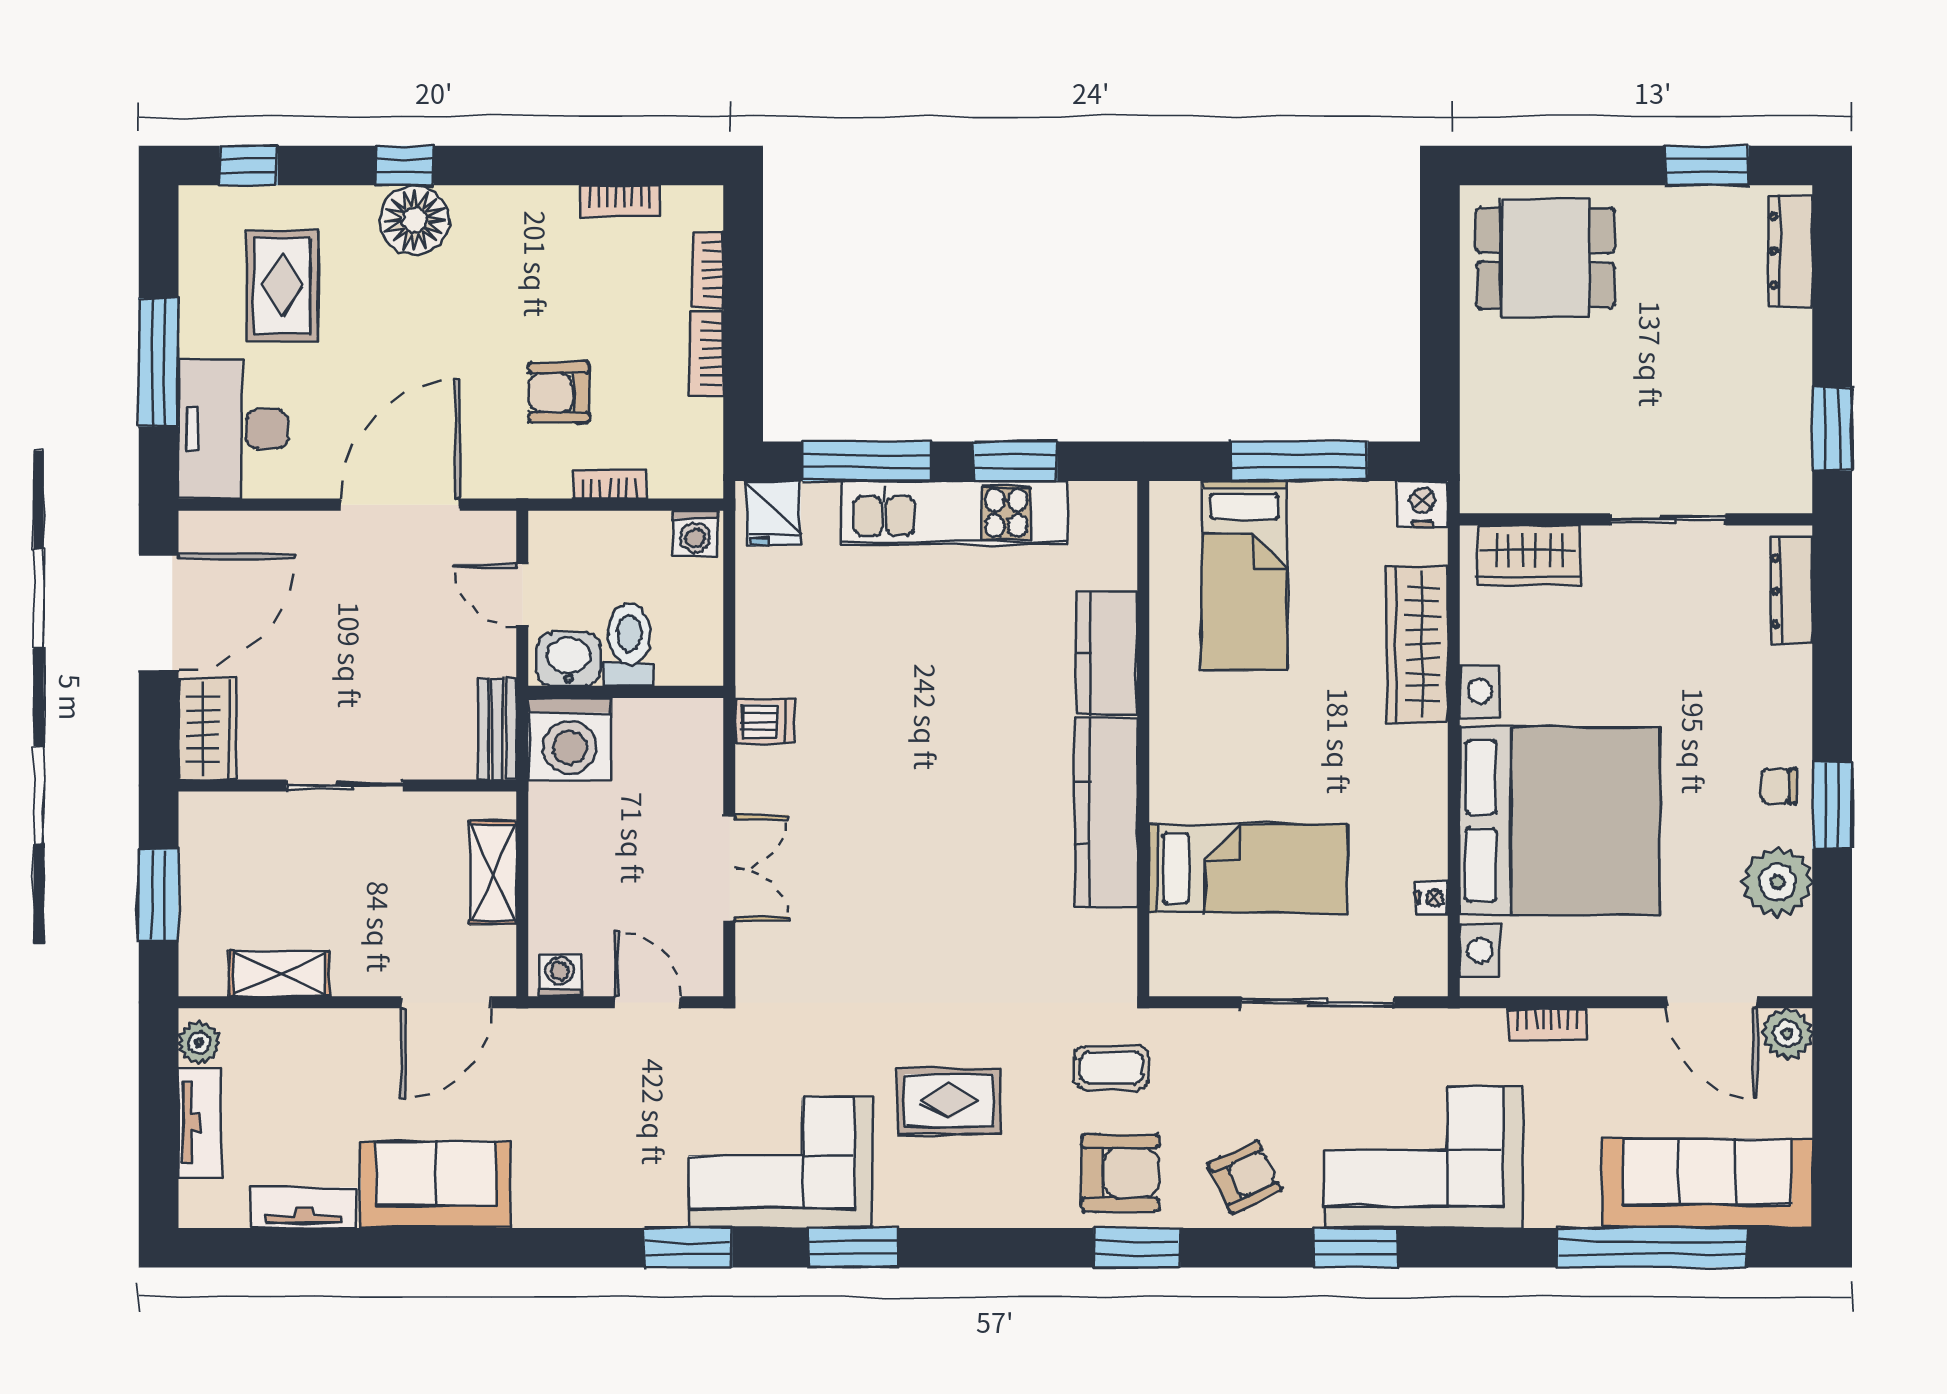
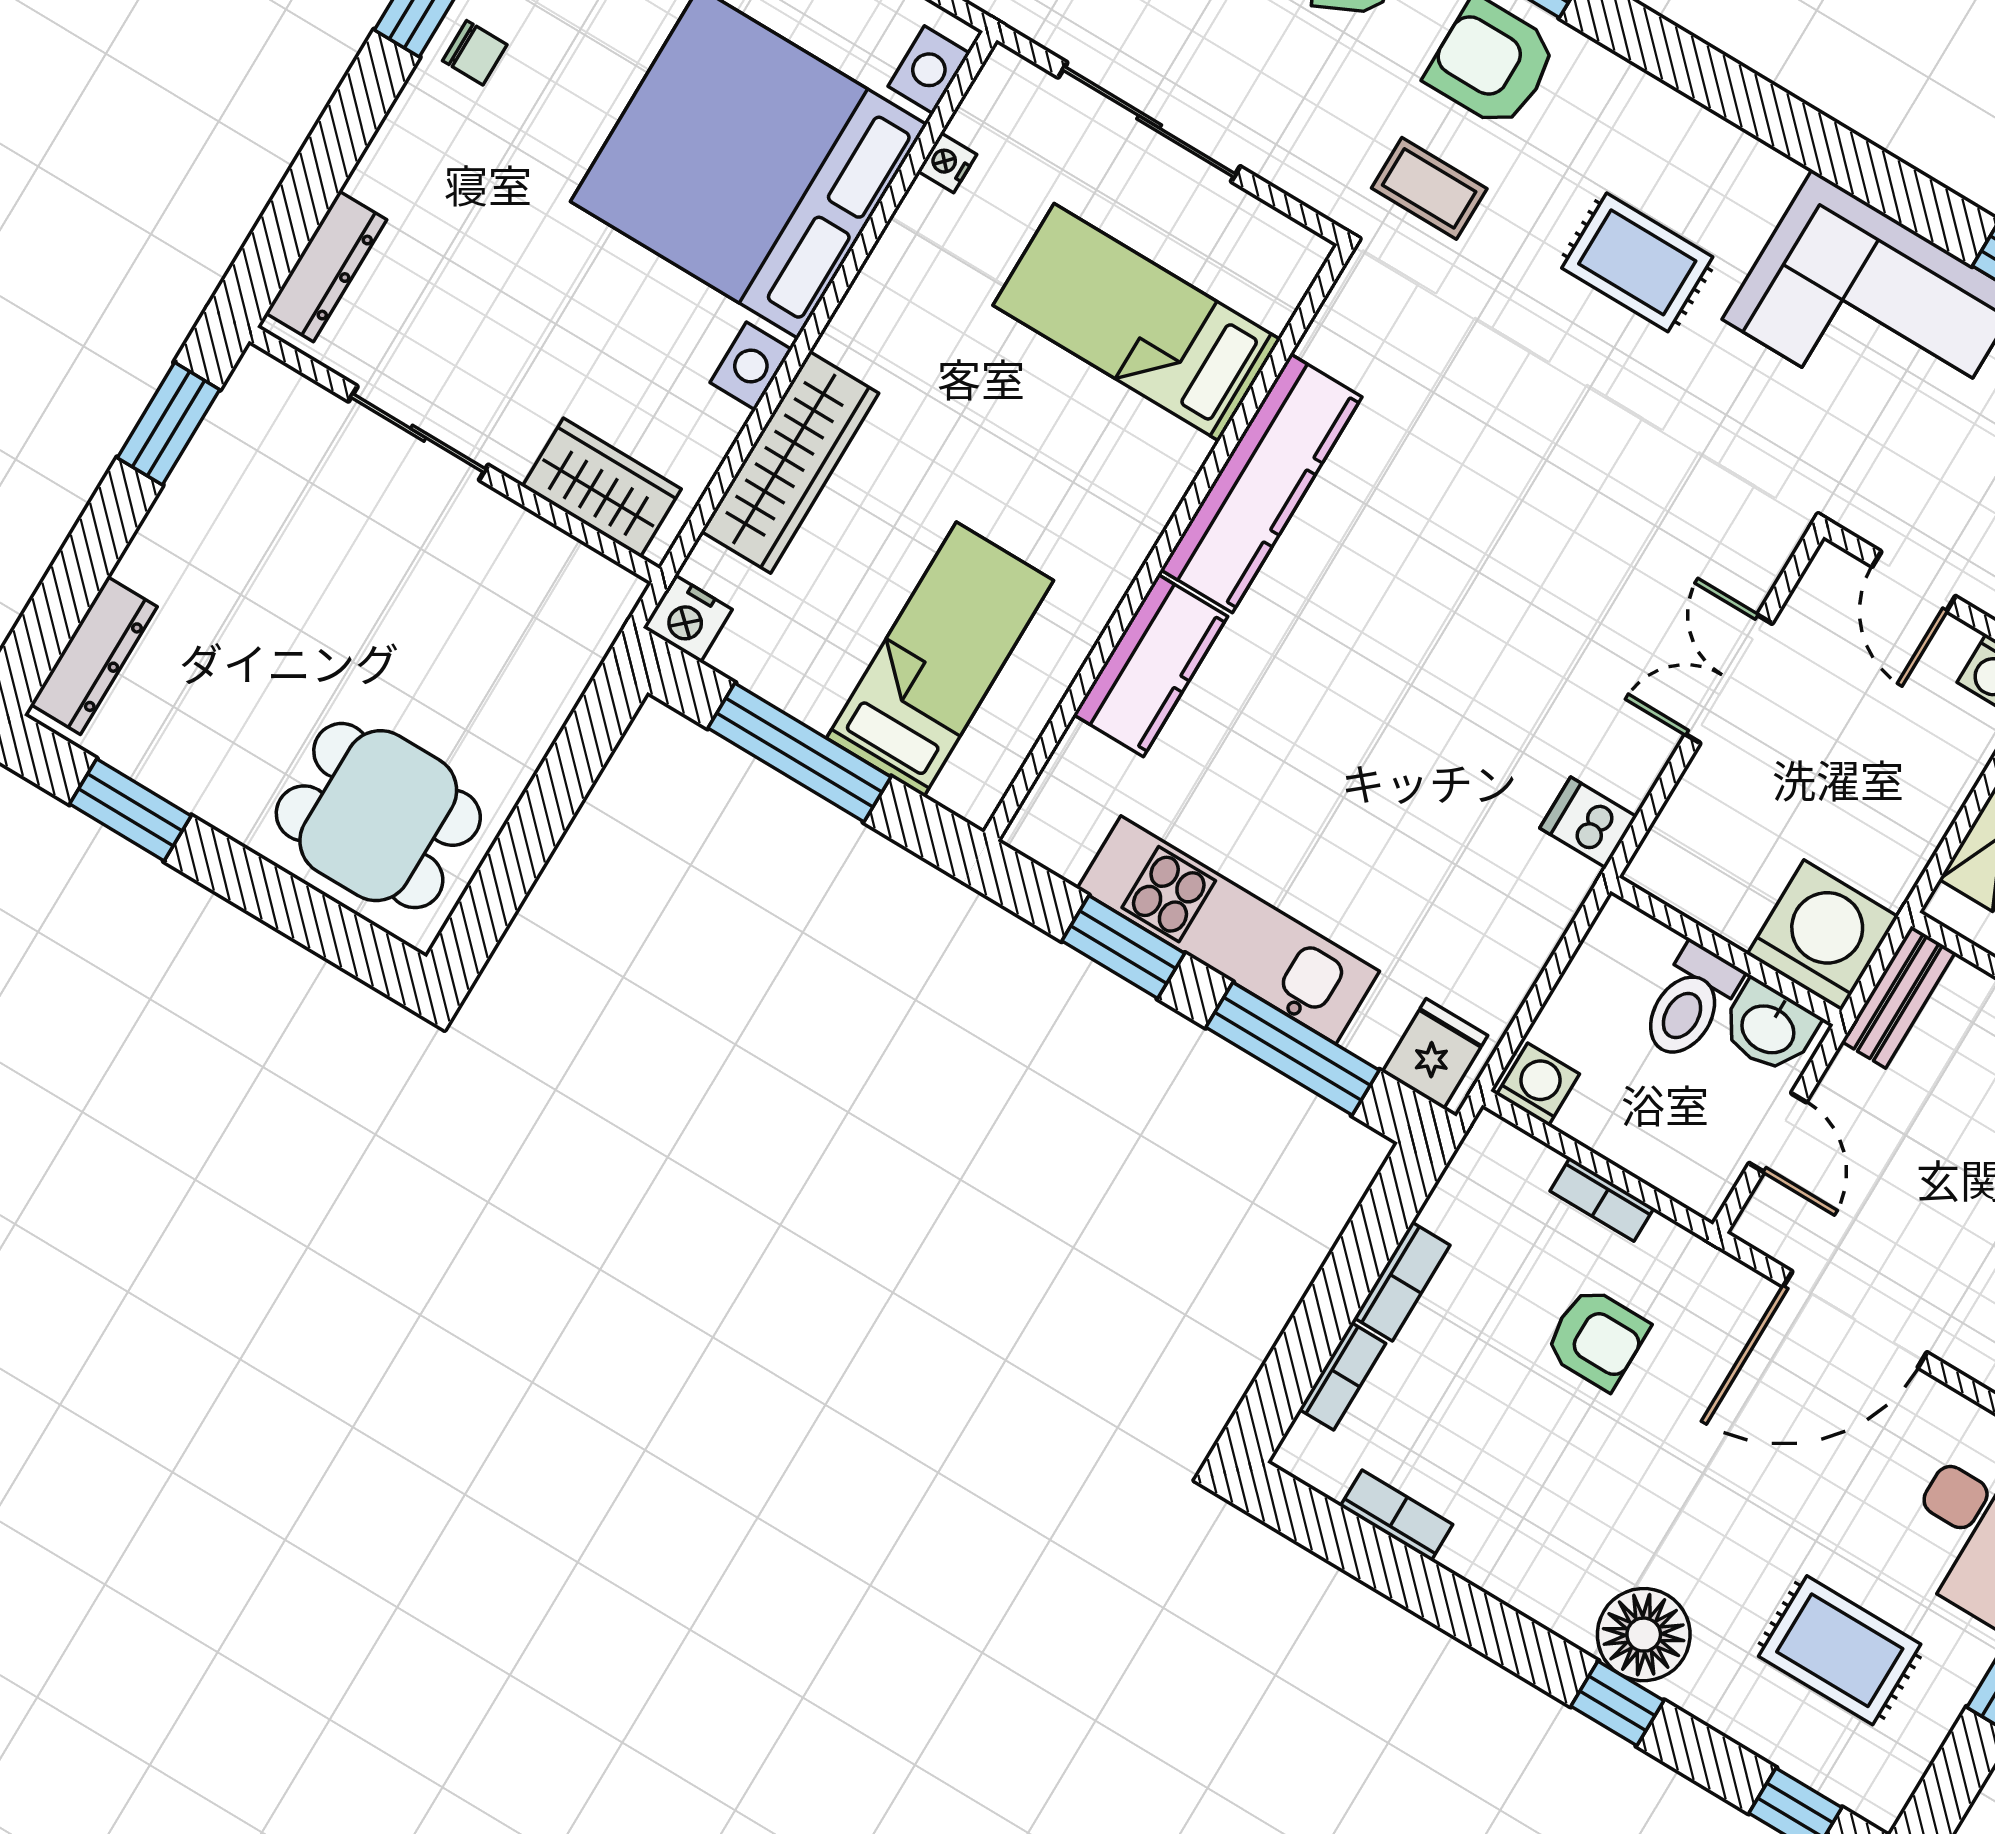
rug: (282, 286) -> (1840, 1650), turned 90
window: (853, 1248) -> (1848, 160), removed

